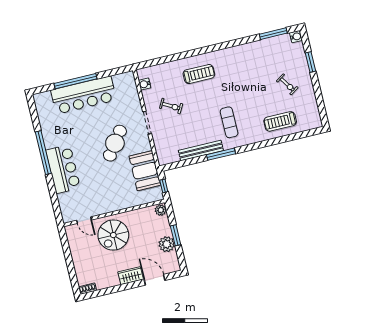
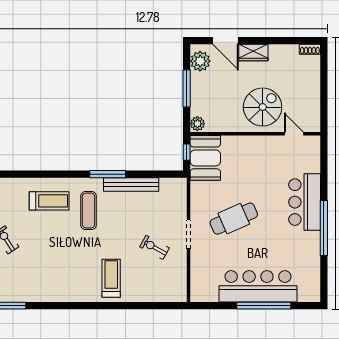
treadmill: (199, 74) -> (111, 278), turned 90
water cooler: (145, 84) -> (180, 282), removed
treadmill: (280, 121) -> (49, 201), moved
cafe table: (115, 143) -> (234, 219), turned 30
booth: (145, 171) -> (205, 158), moved
window: (176, 235) -> (187, 89), width x1.44
plant: (167, 244) -> (200, 61), moved

